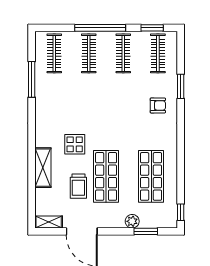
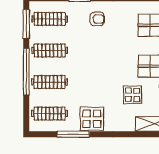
window: (152, 28) -> (26, 24), width x1.44
display table: (49, 100) -> (92, 119), added
armchair: (158, 105) -> (97, 19), turned 90

